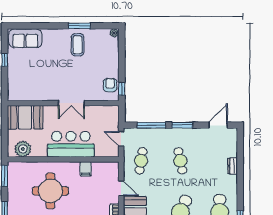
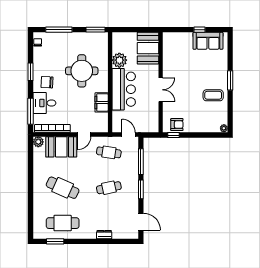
window: (80, 26) -> (230, 80), moved
sofa: (25, 38) -> (208, 41), moved, turned -90
double door: (71, 103) -> (161, 90), swing flipped
door: (121, 139) -> (129, 135), hinge flipped
plant: (23, 149) -> (119, 60), moved
filing cabinet: (86, 169) -> (102, 102), width x2.00

